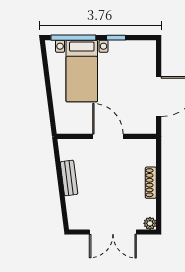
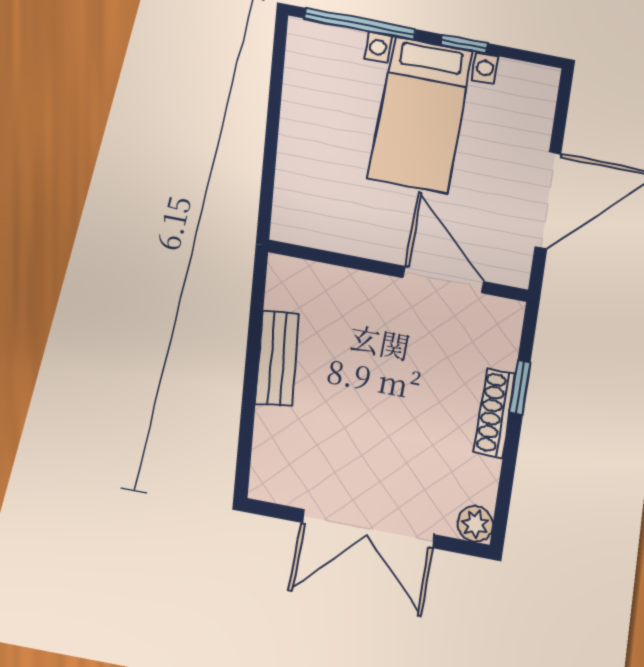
bed with nightstands: (82, 71) -> (421, 113), moved
door: (108, 136) -> (443, 280), moved
window: (159, 172) -> (520, 387), added

